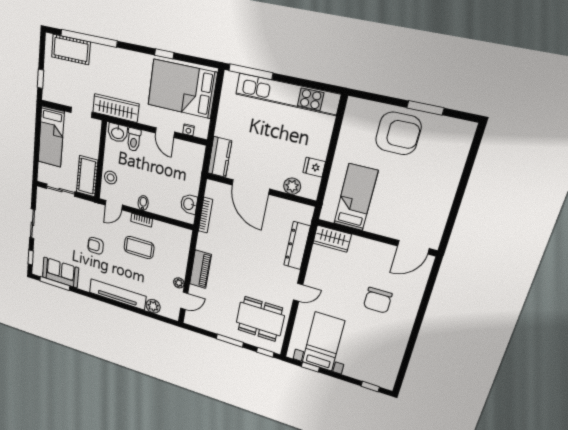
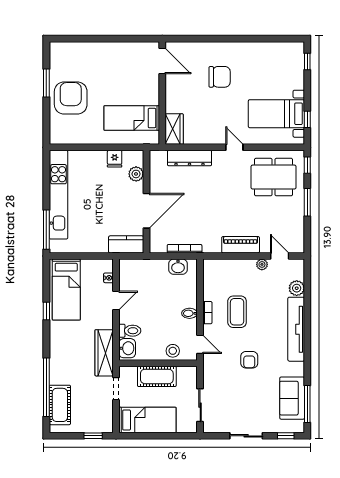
bed: (182, 89) -> (66, 290), width x0.67
cot: (87, 176) -> (157, 376), moved
dining table: (260, 319) -> (274, 177), turned 90

